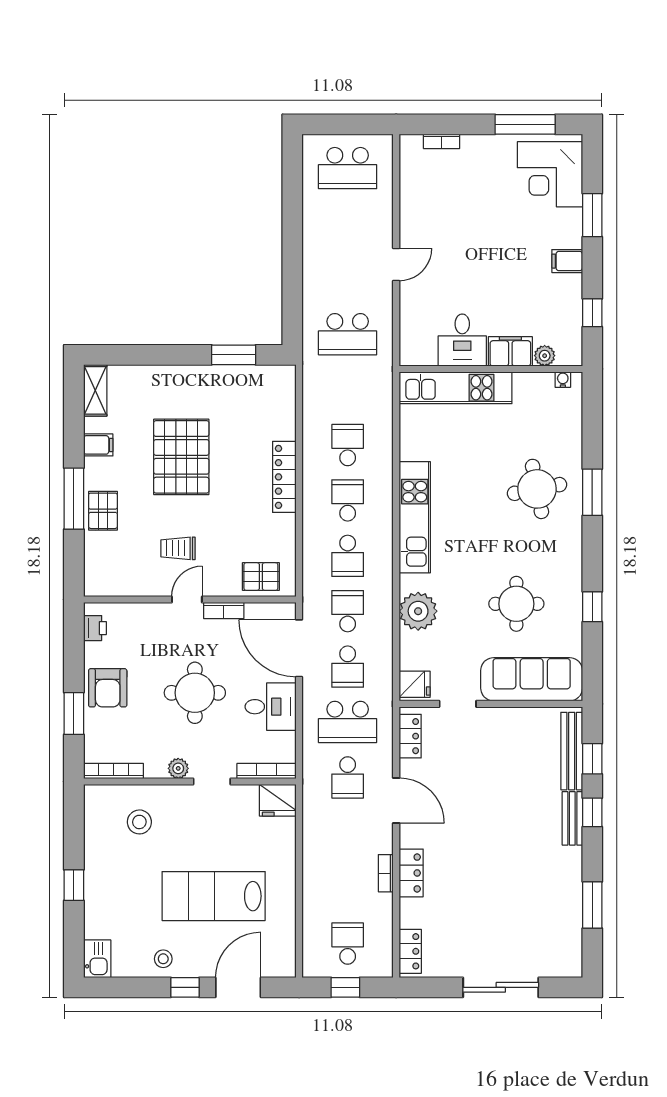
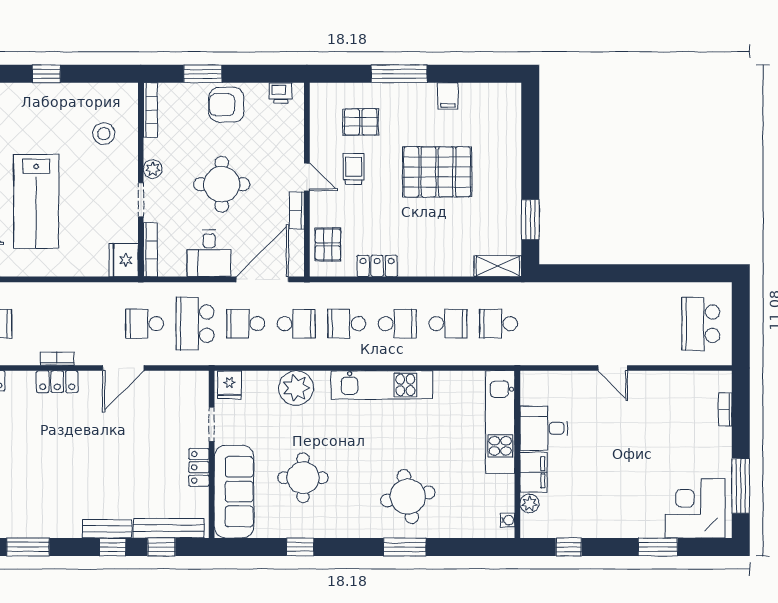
filing cabinet: (567, 261) -> (616, 524), removed
school desk: (348, 334) -> (498, 324), moved, width x0.54
shelving: (95, 390) -> (498, 266), moved
locker: (284, 477) -> (377, 266), moved, width x0.66
pallet: (103, 511) -> (361, 122), moved
locker: (410, 736) -> (199, 467), moved, turned 90
lab bench: (214, 896) -> (36, 201), turned 180

